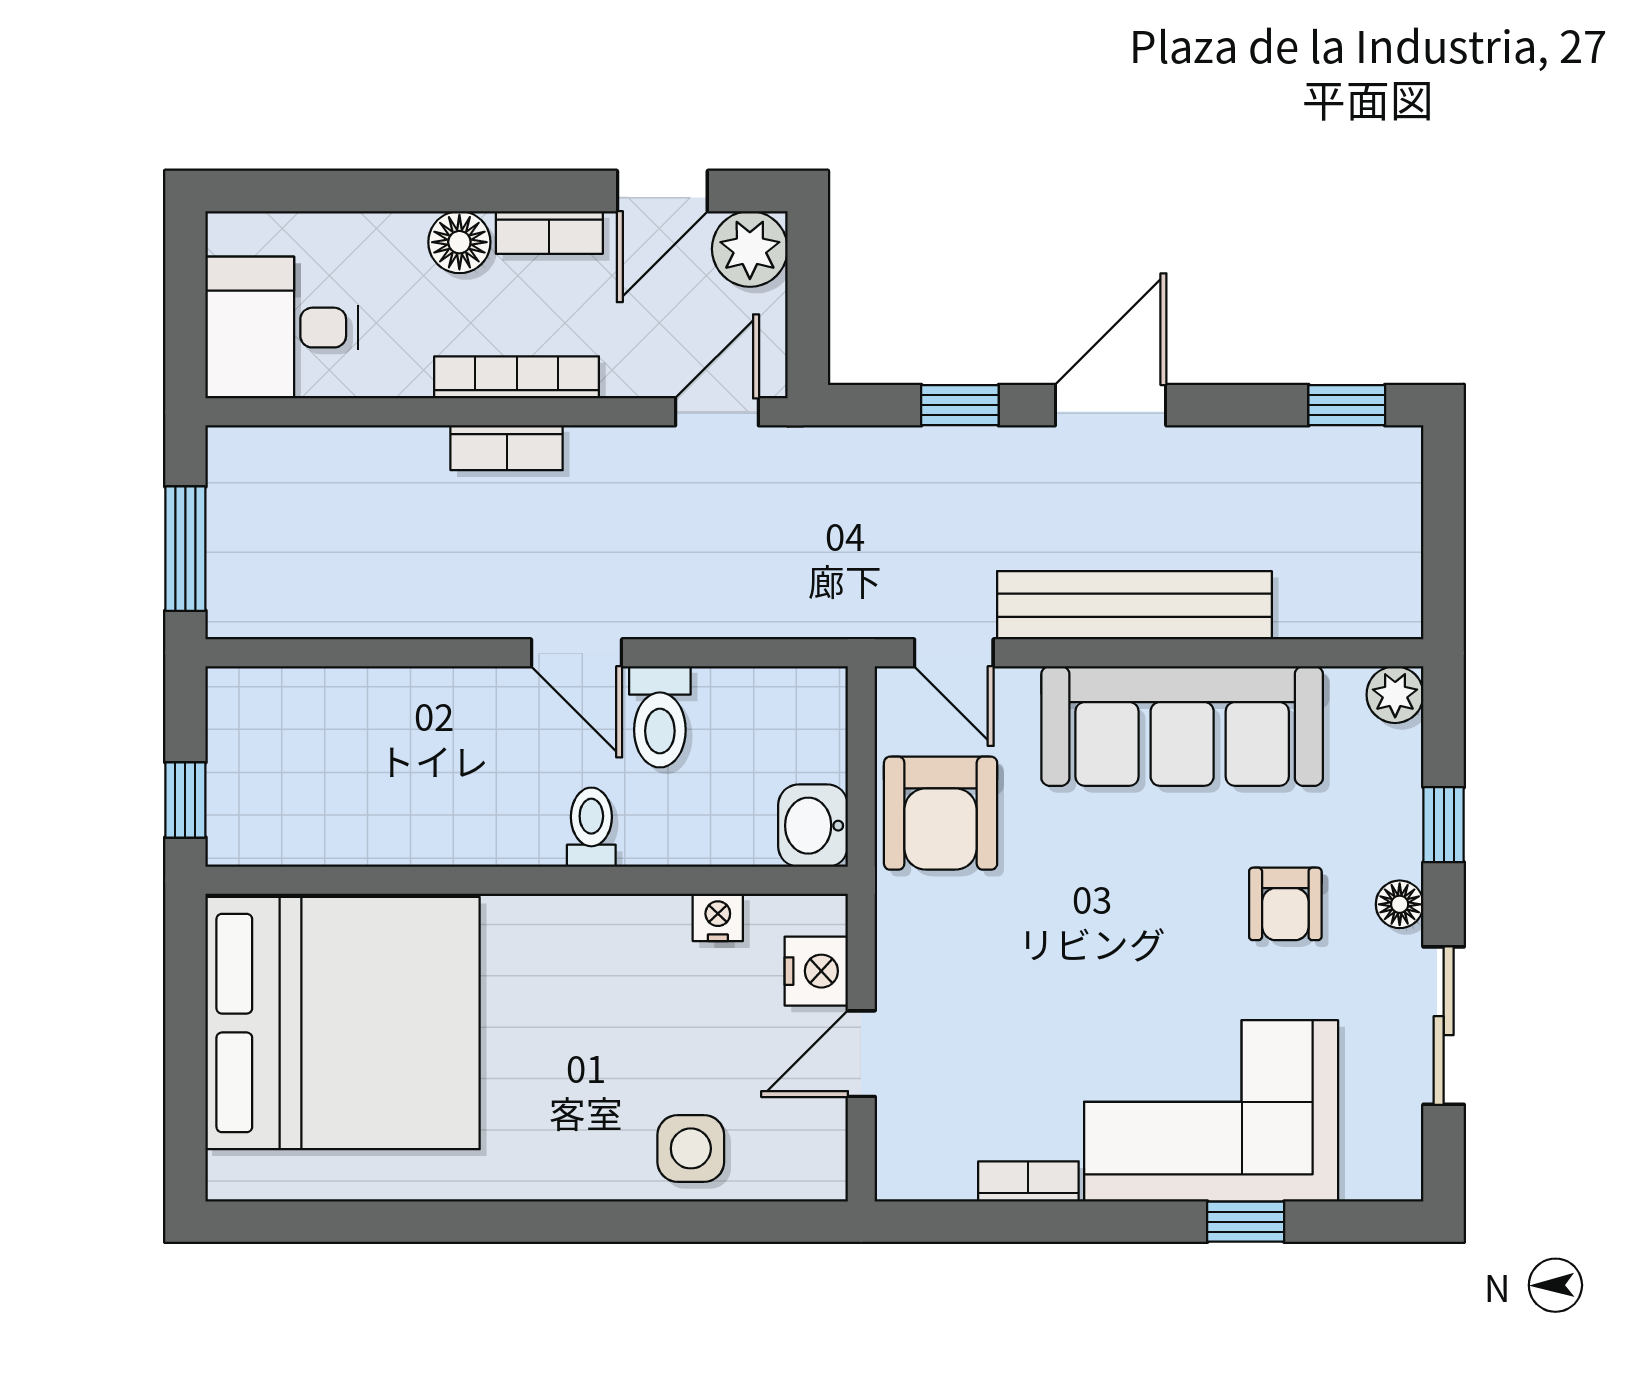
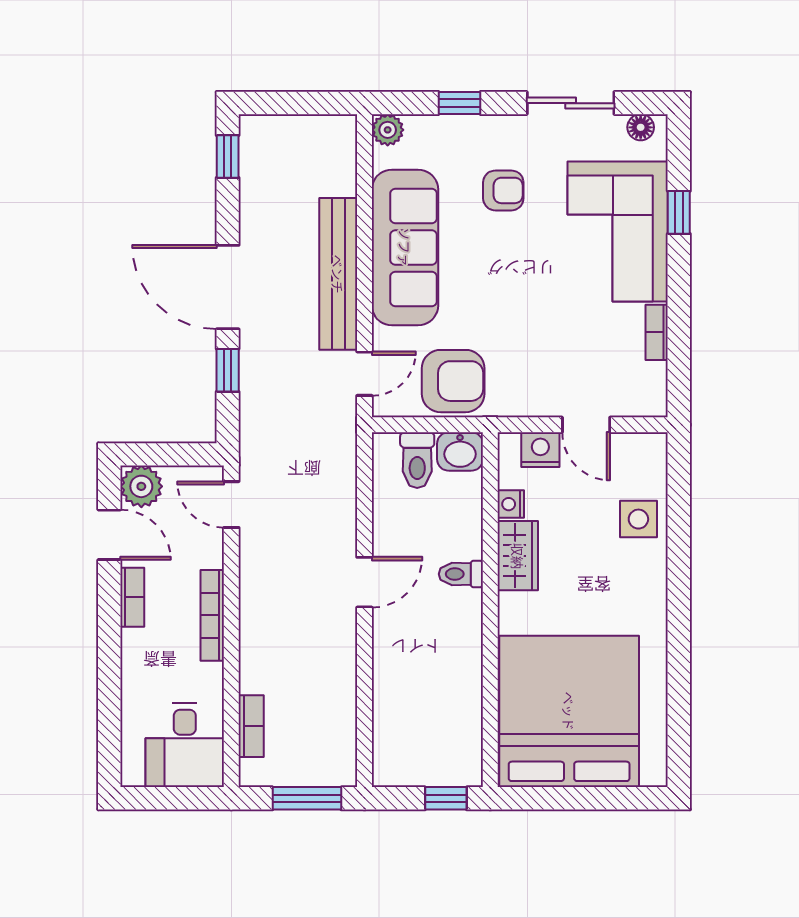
floor lamp: (459, 242) -> (138, 647), removed
door: (1111, 405) -> (228, 287), width x1.36
bookcase: (507, 448) -> (251, 726), moved
toilet: (660, 717) -> (417, 460), moved, turned 90
floor lamp: (1400, 904) -> (641, 127), moved
wardrobe: (625, 930) -> (518, 556), added

